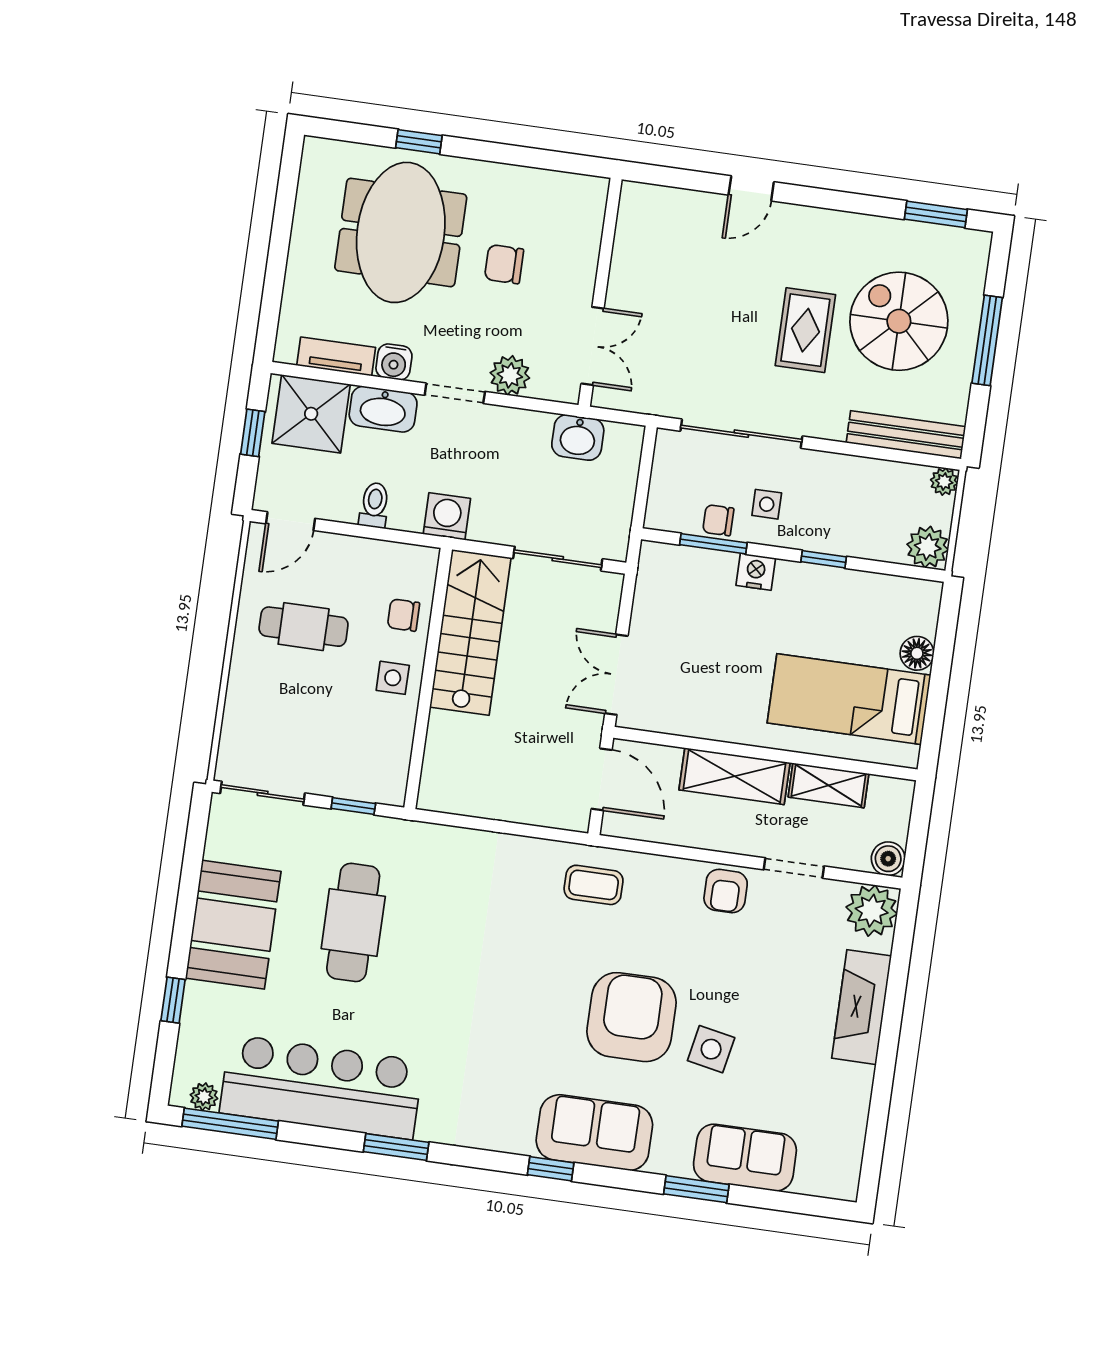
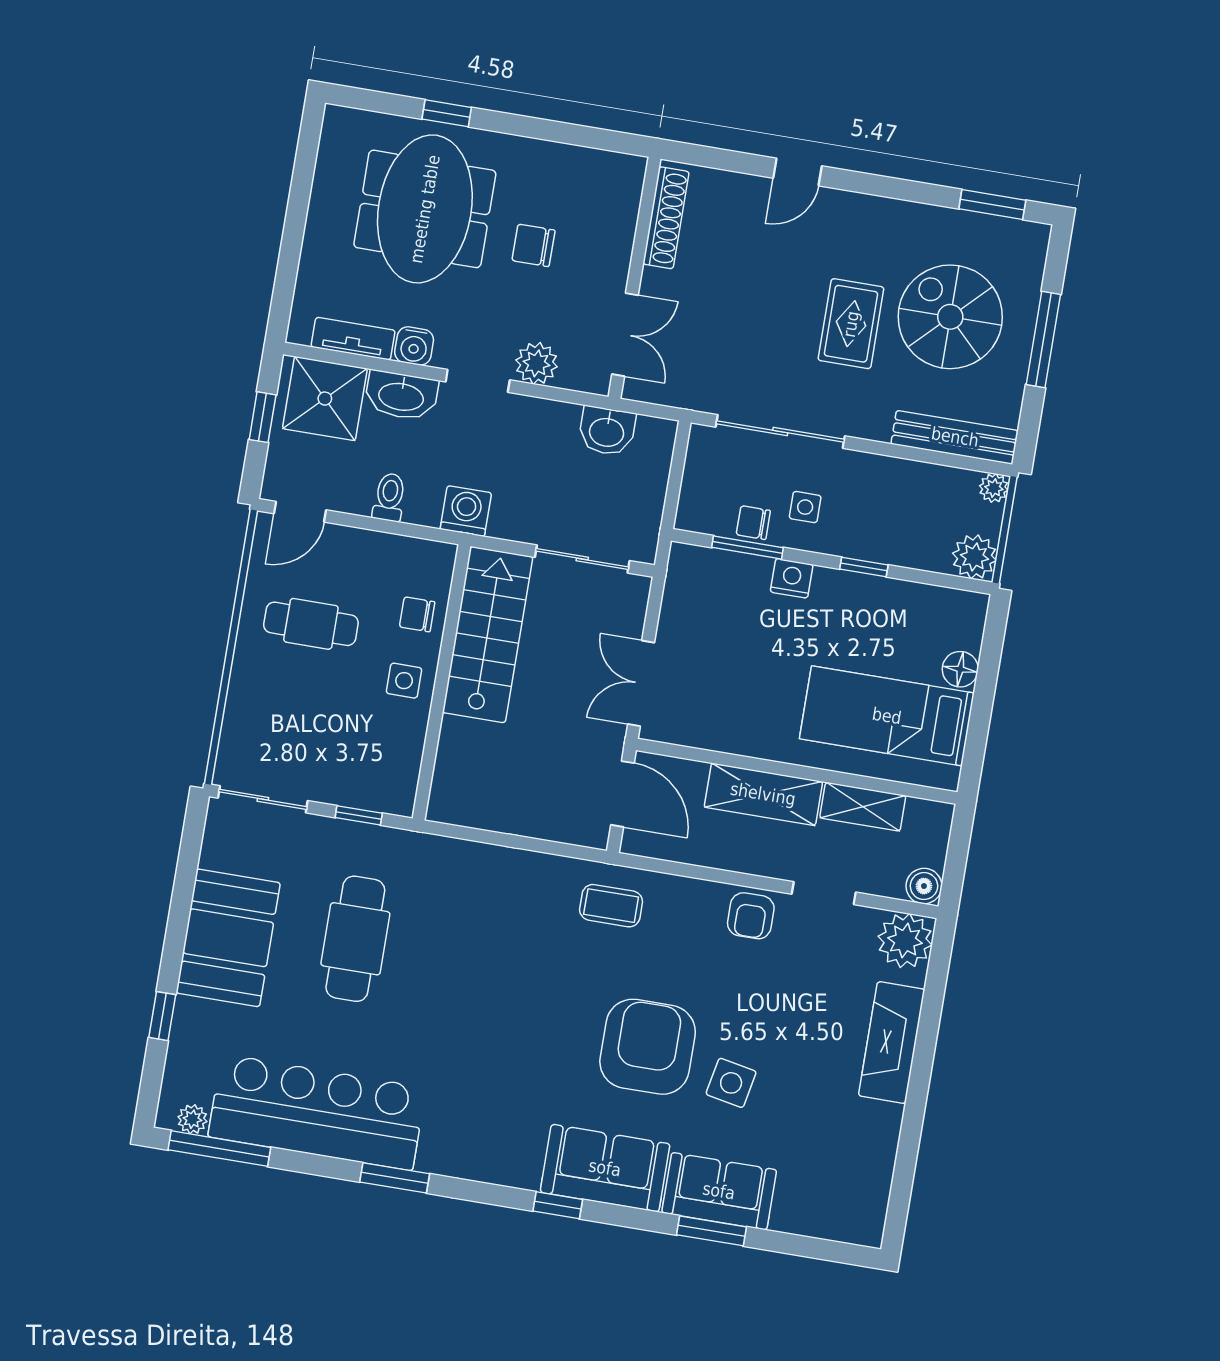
shoe rack: (628, 235) -> (666, 218), added
sofa: (745, 1158) -> (719, 1191), moved

